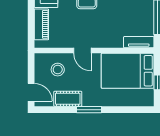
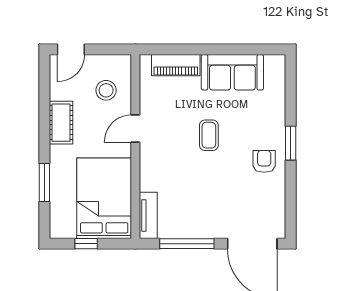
cot: (68, 99) -> (61, 123), moved
window: (89, 110) -> (44, 182), moved

